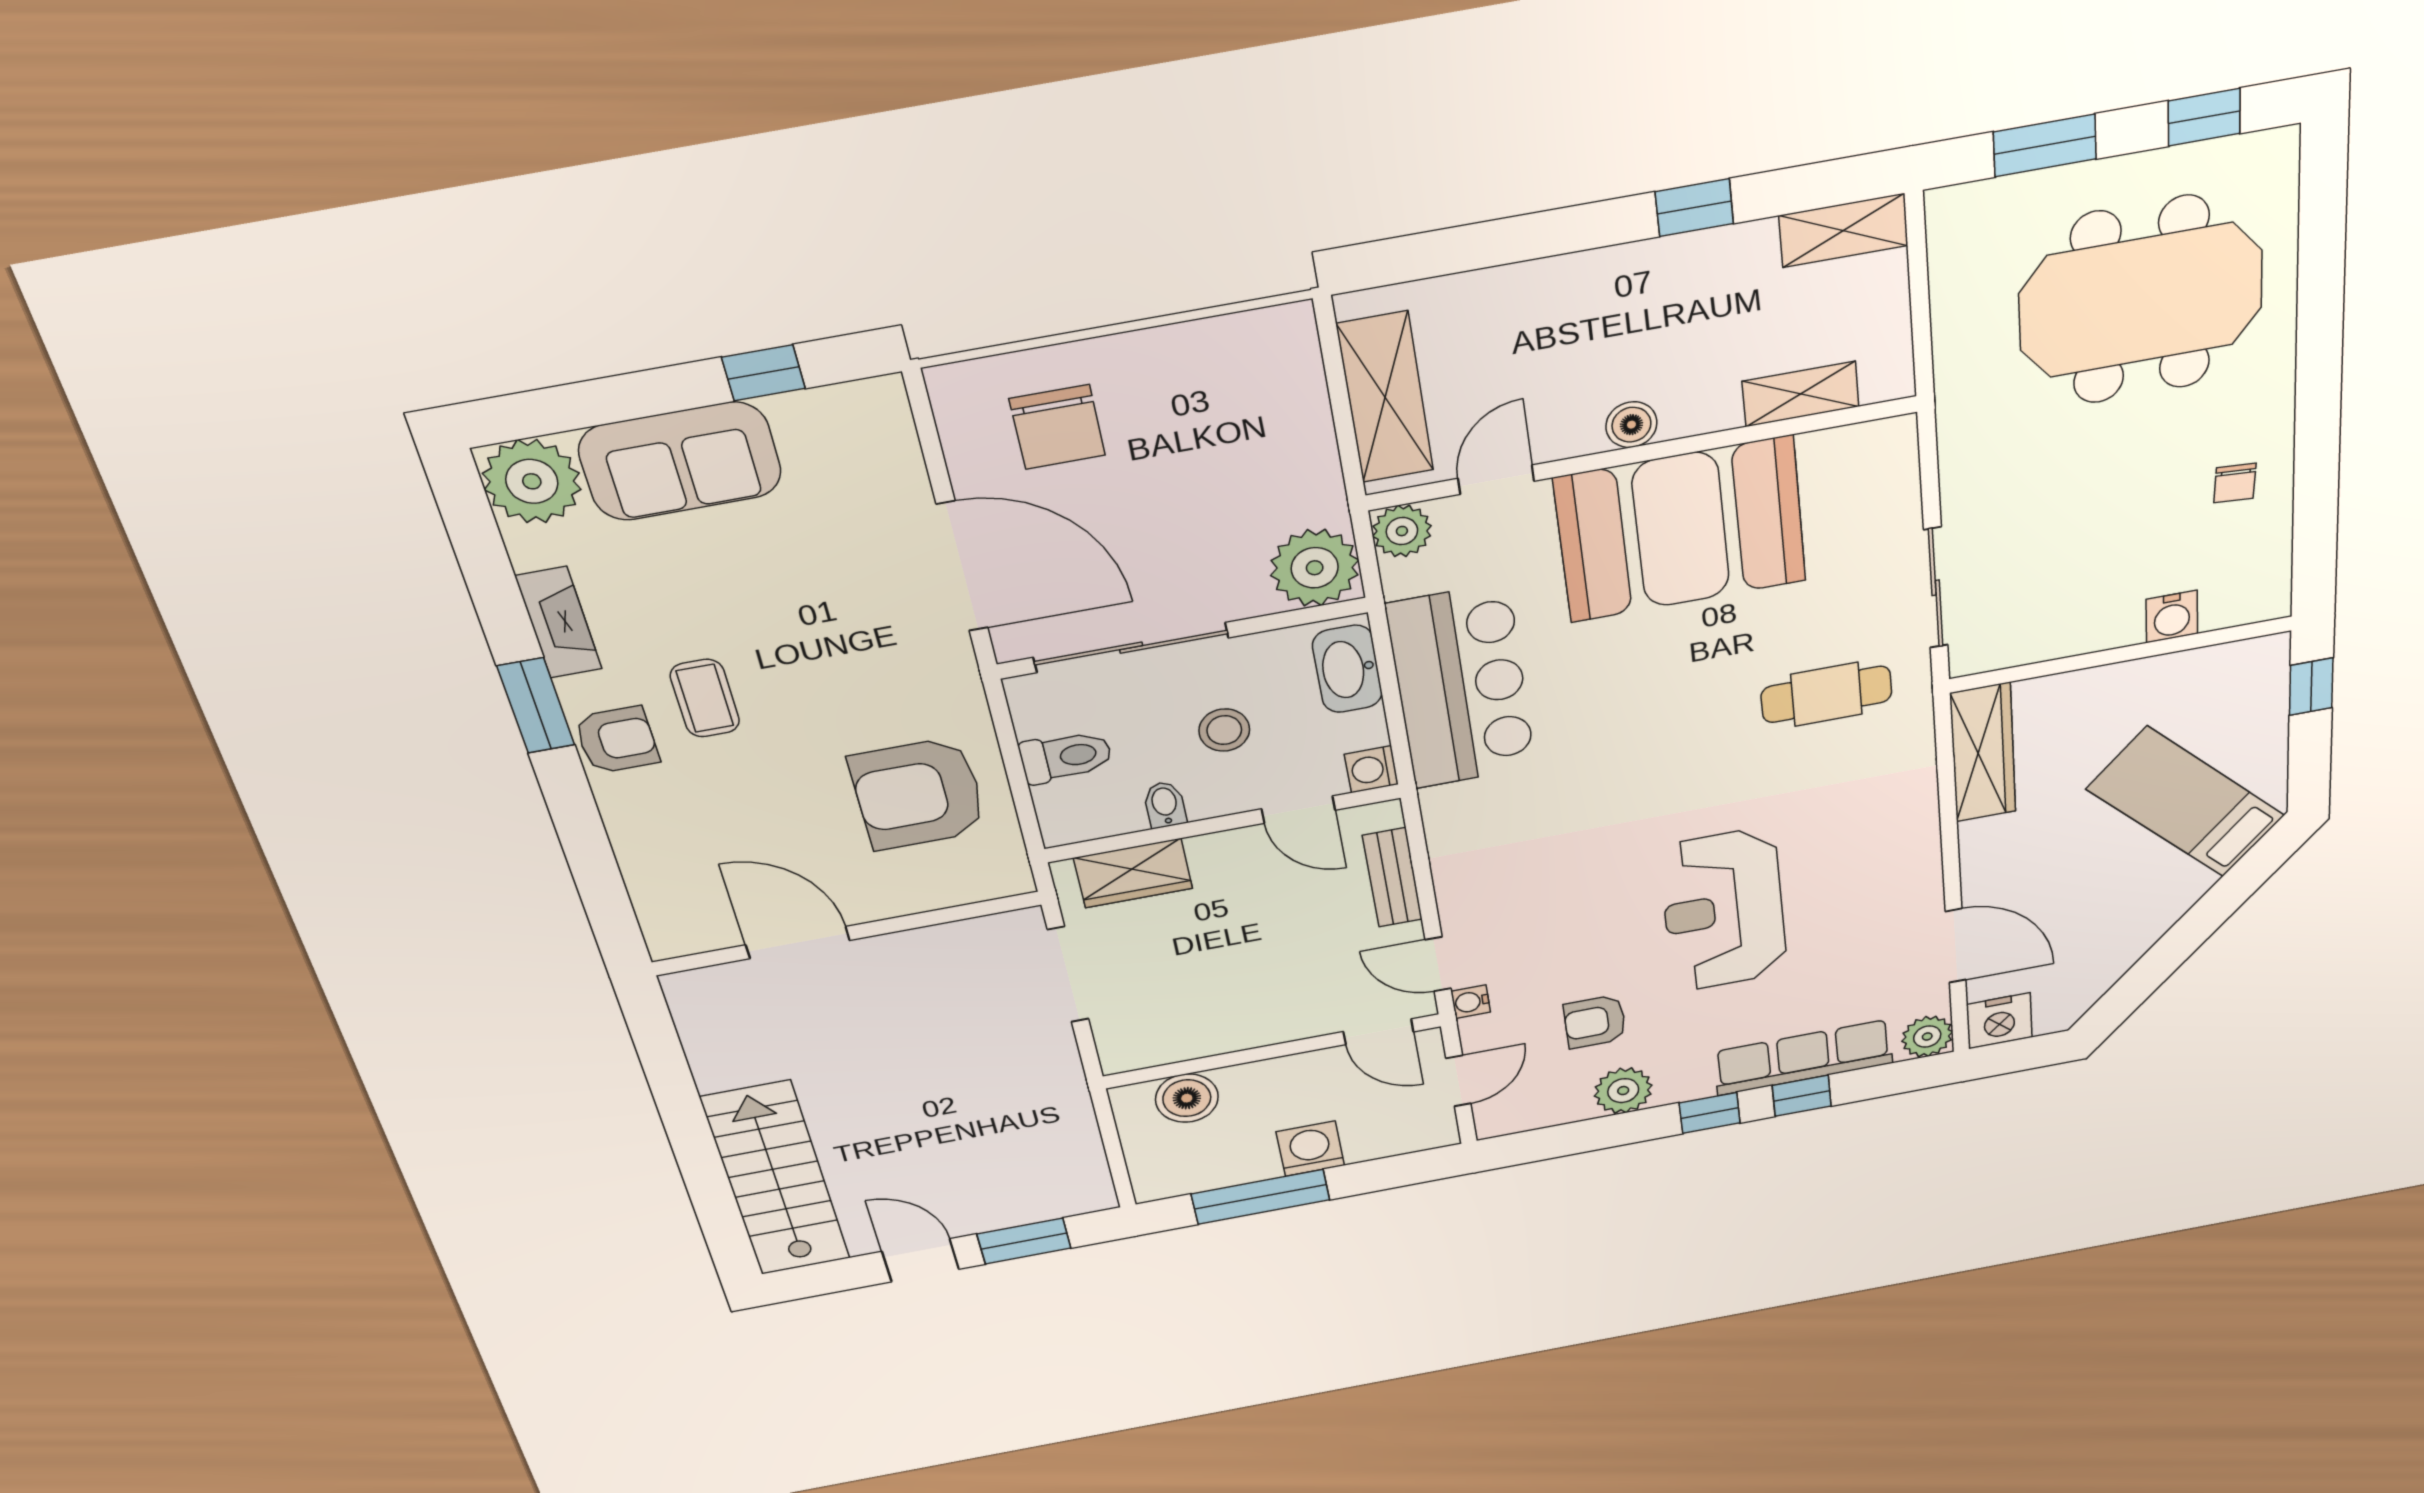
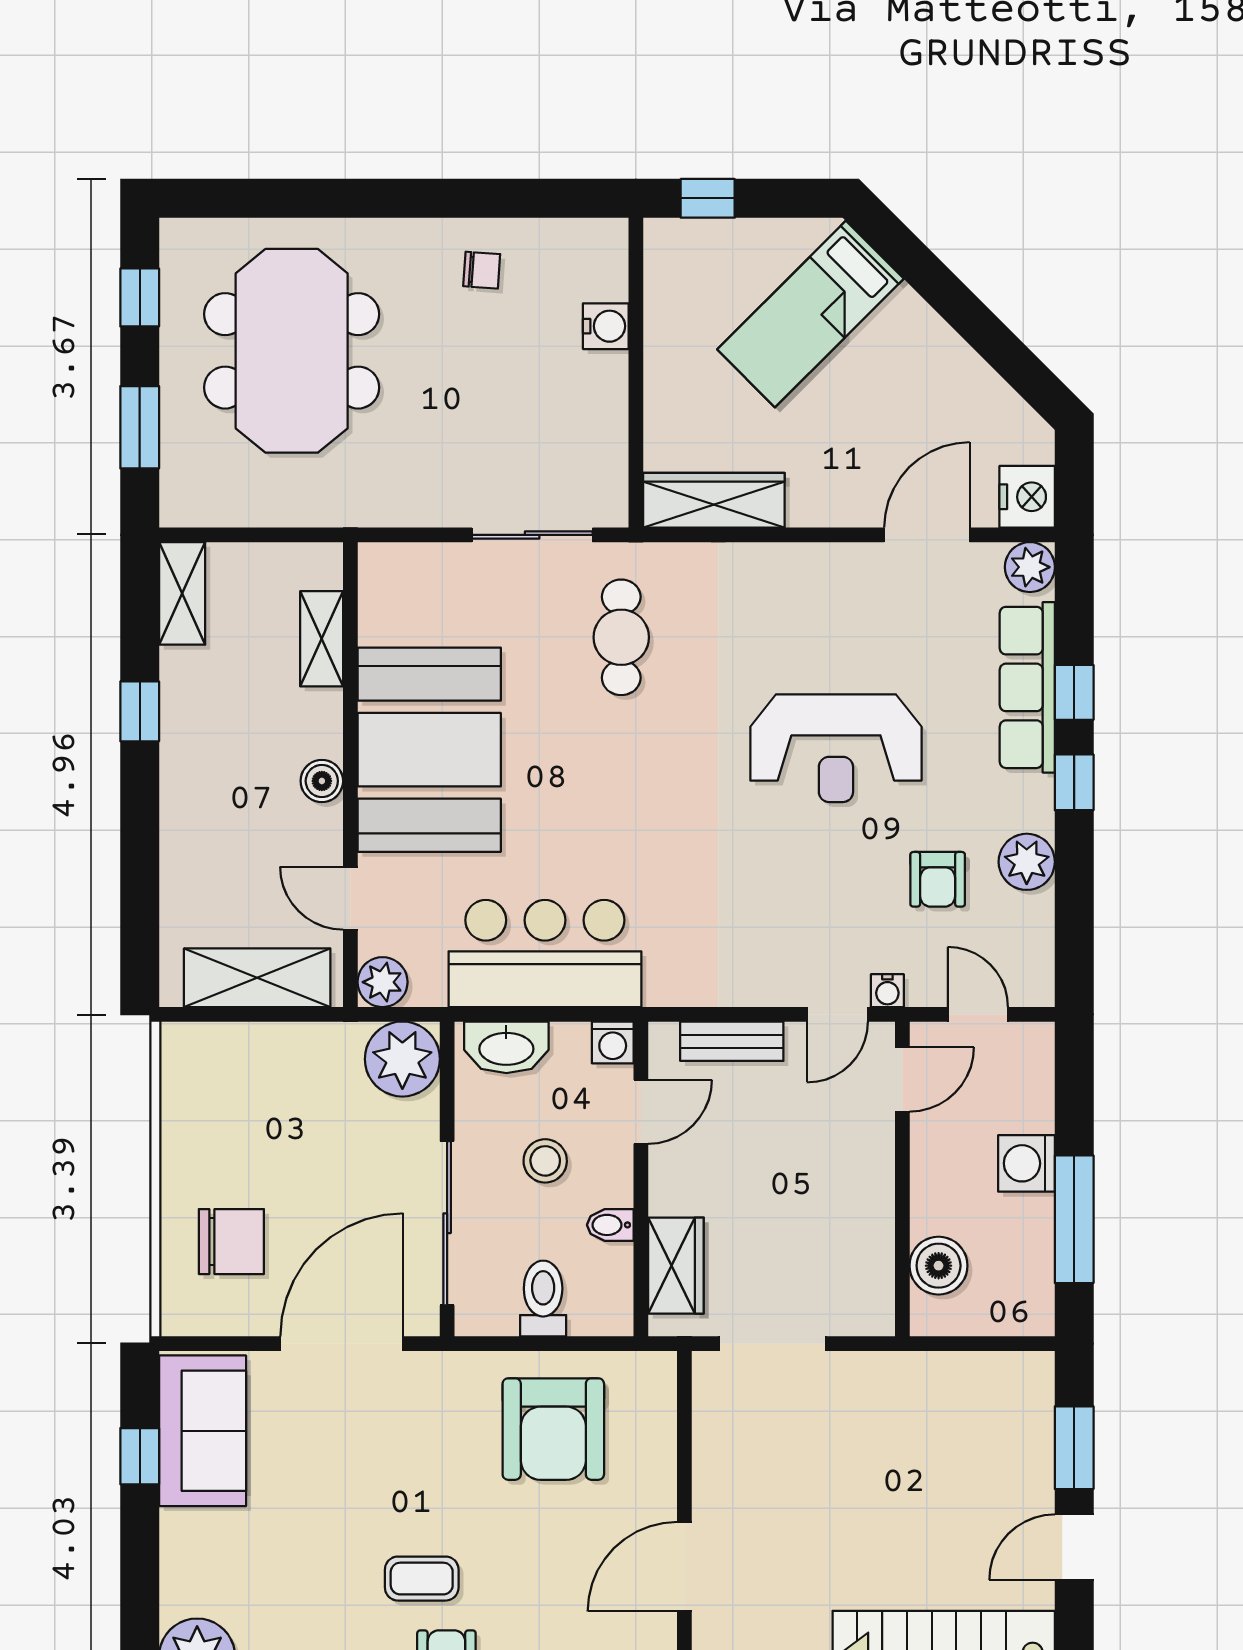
sofa: (680, 461) -> (203, 1431), moved

